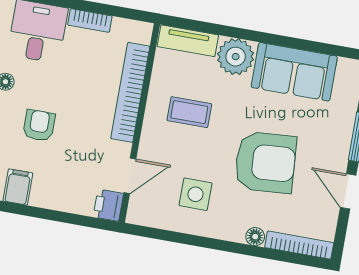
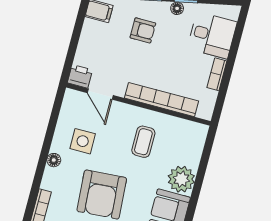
tv unit: (188, 41) -> (196, 145), removed
floor lamp: (255, 237) -> (54, 160), moved

